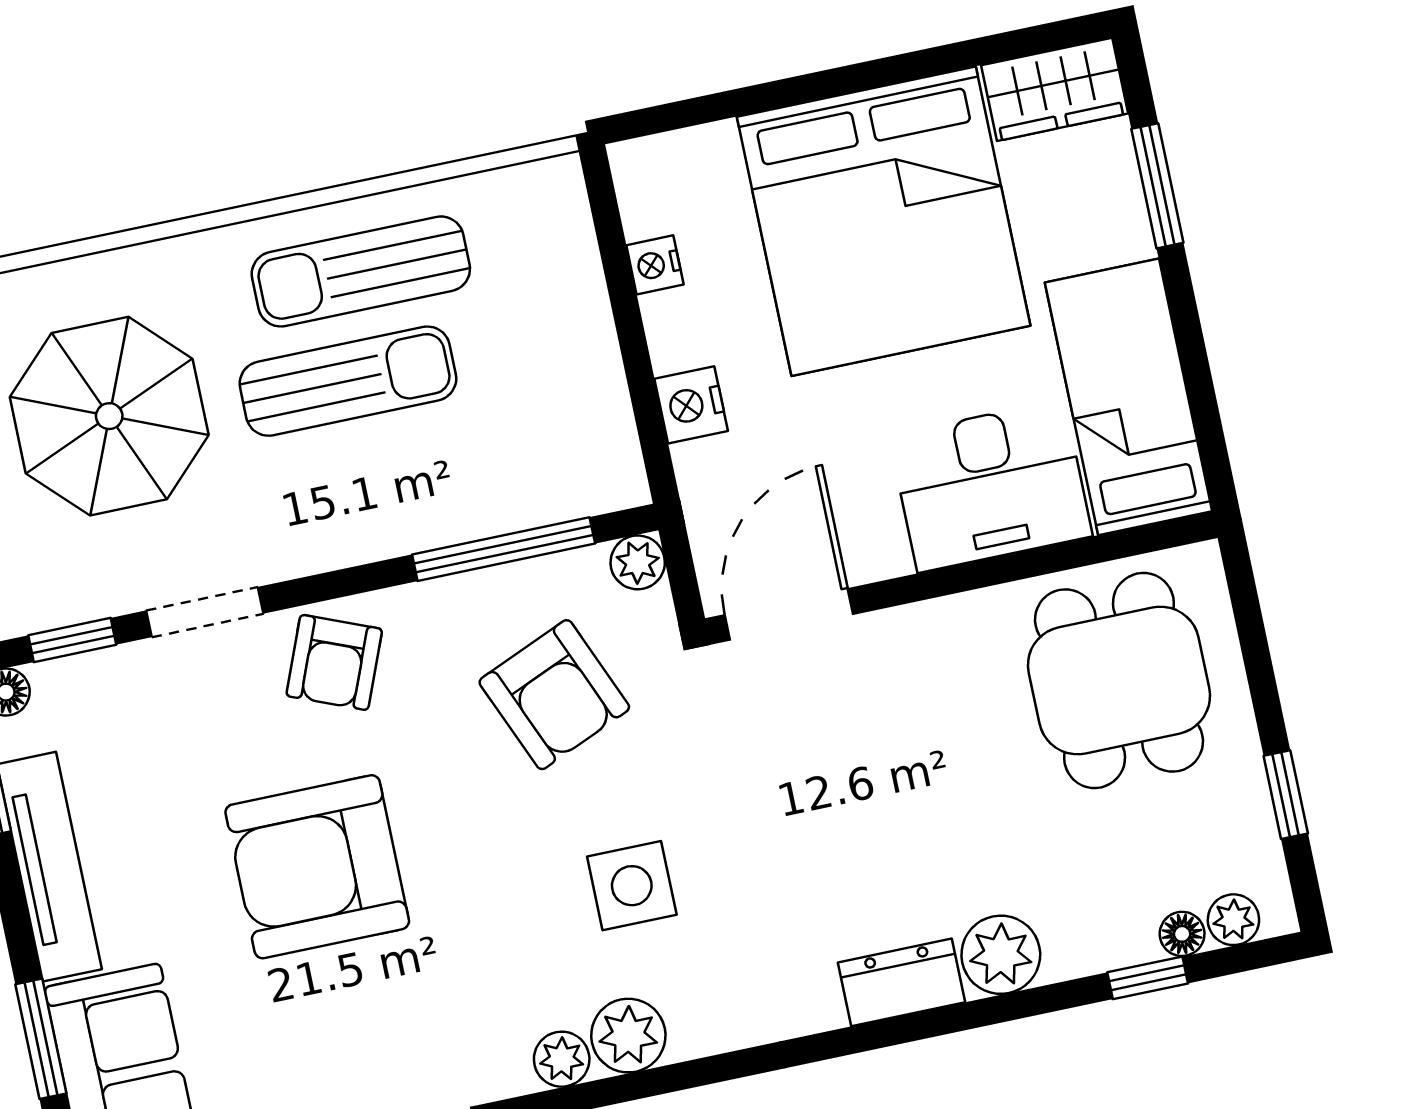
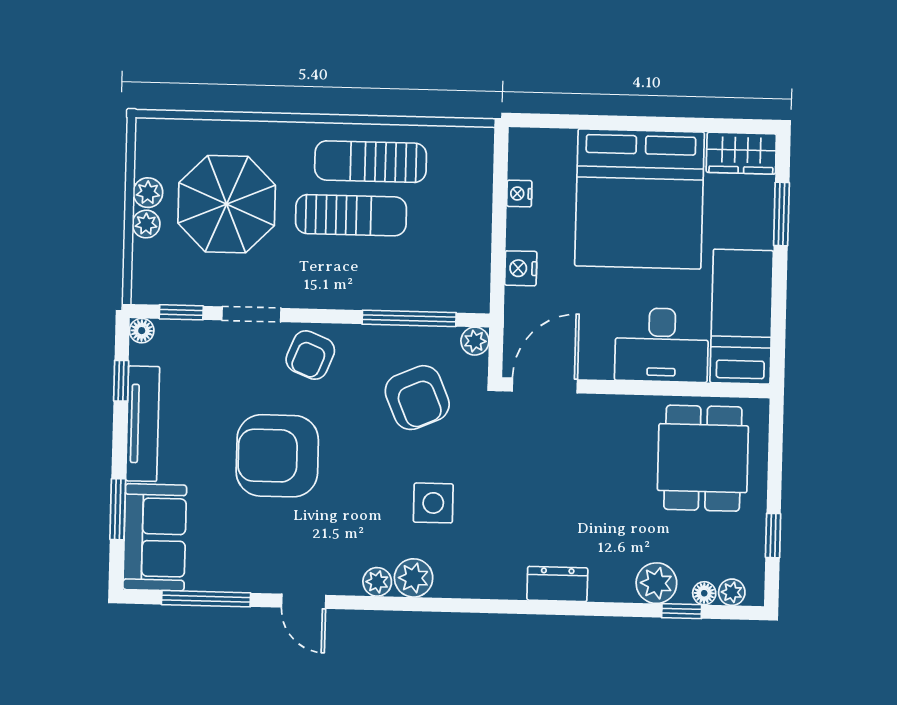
plant: (1001, 955) -> (656, 583), moved

